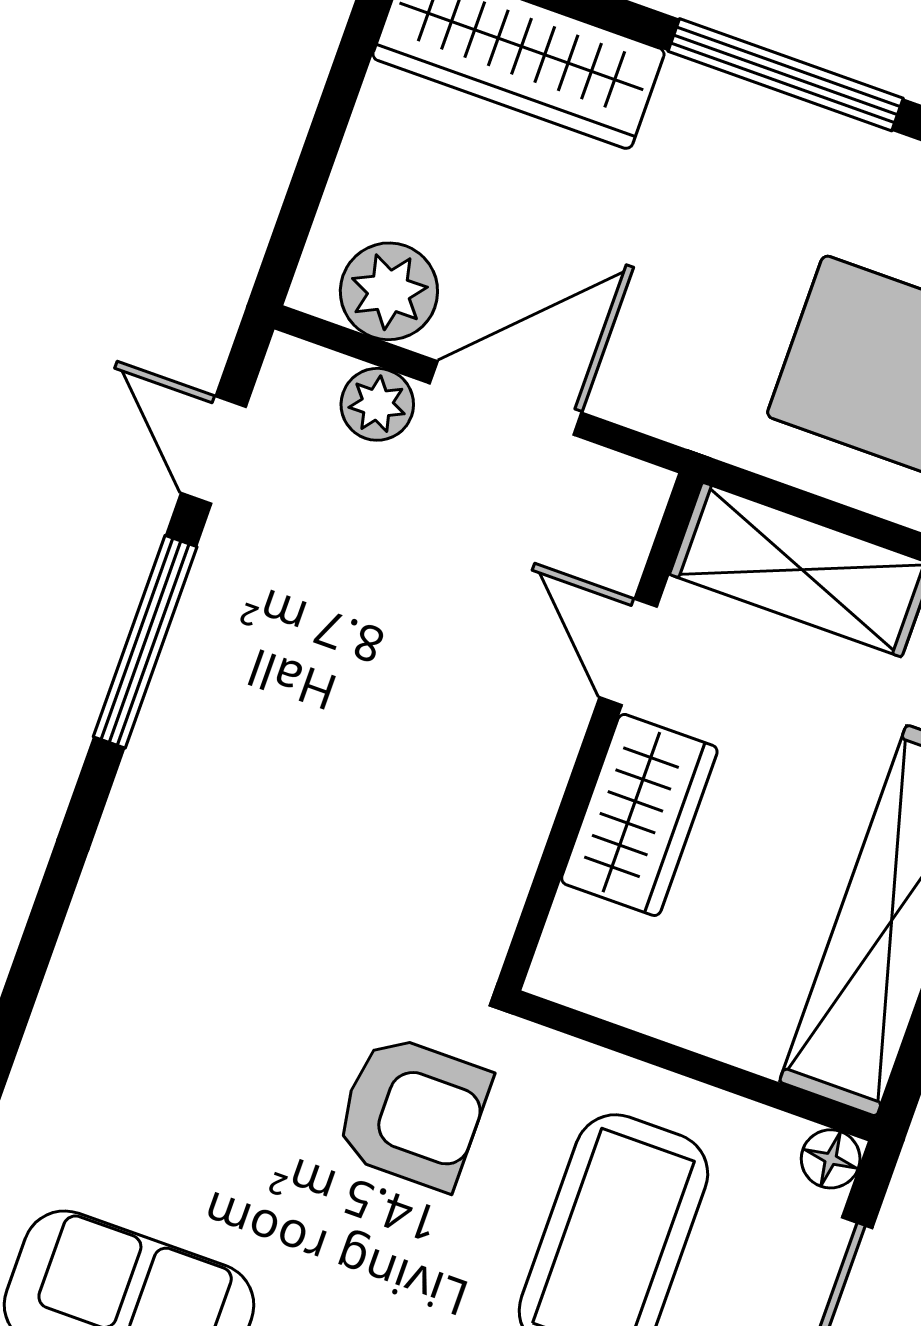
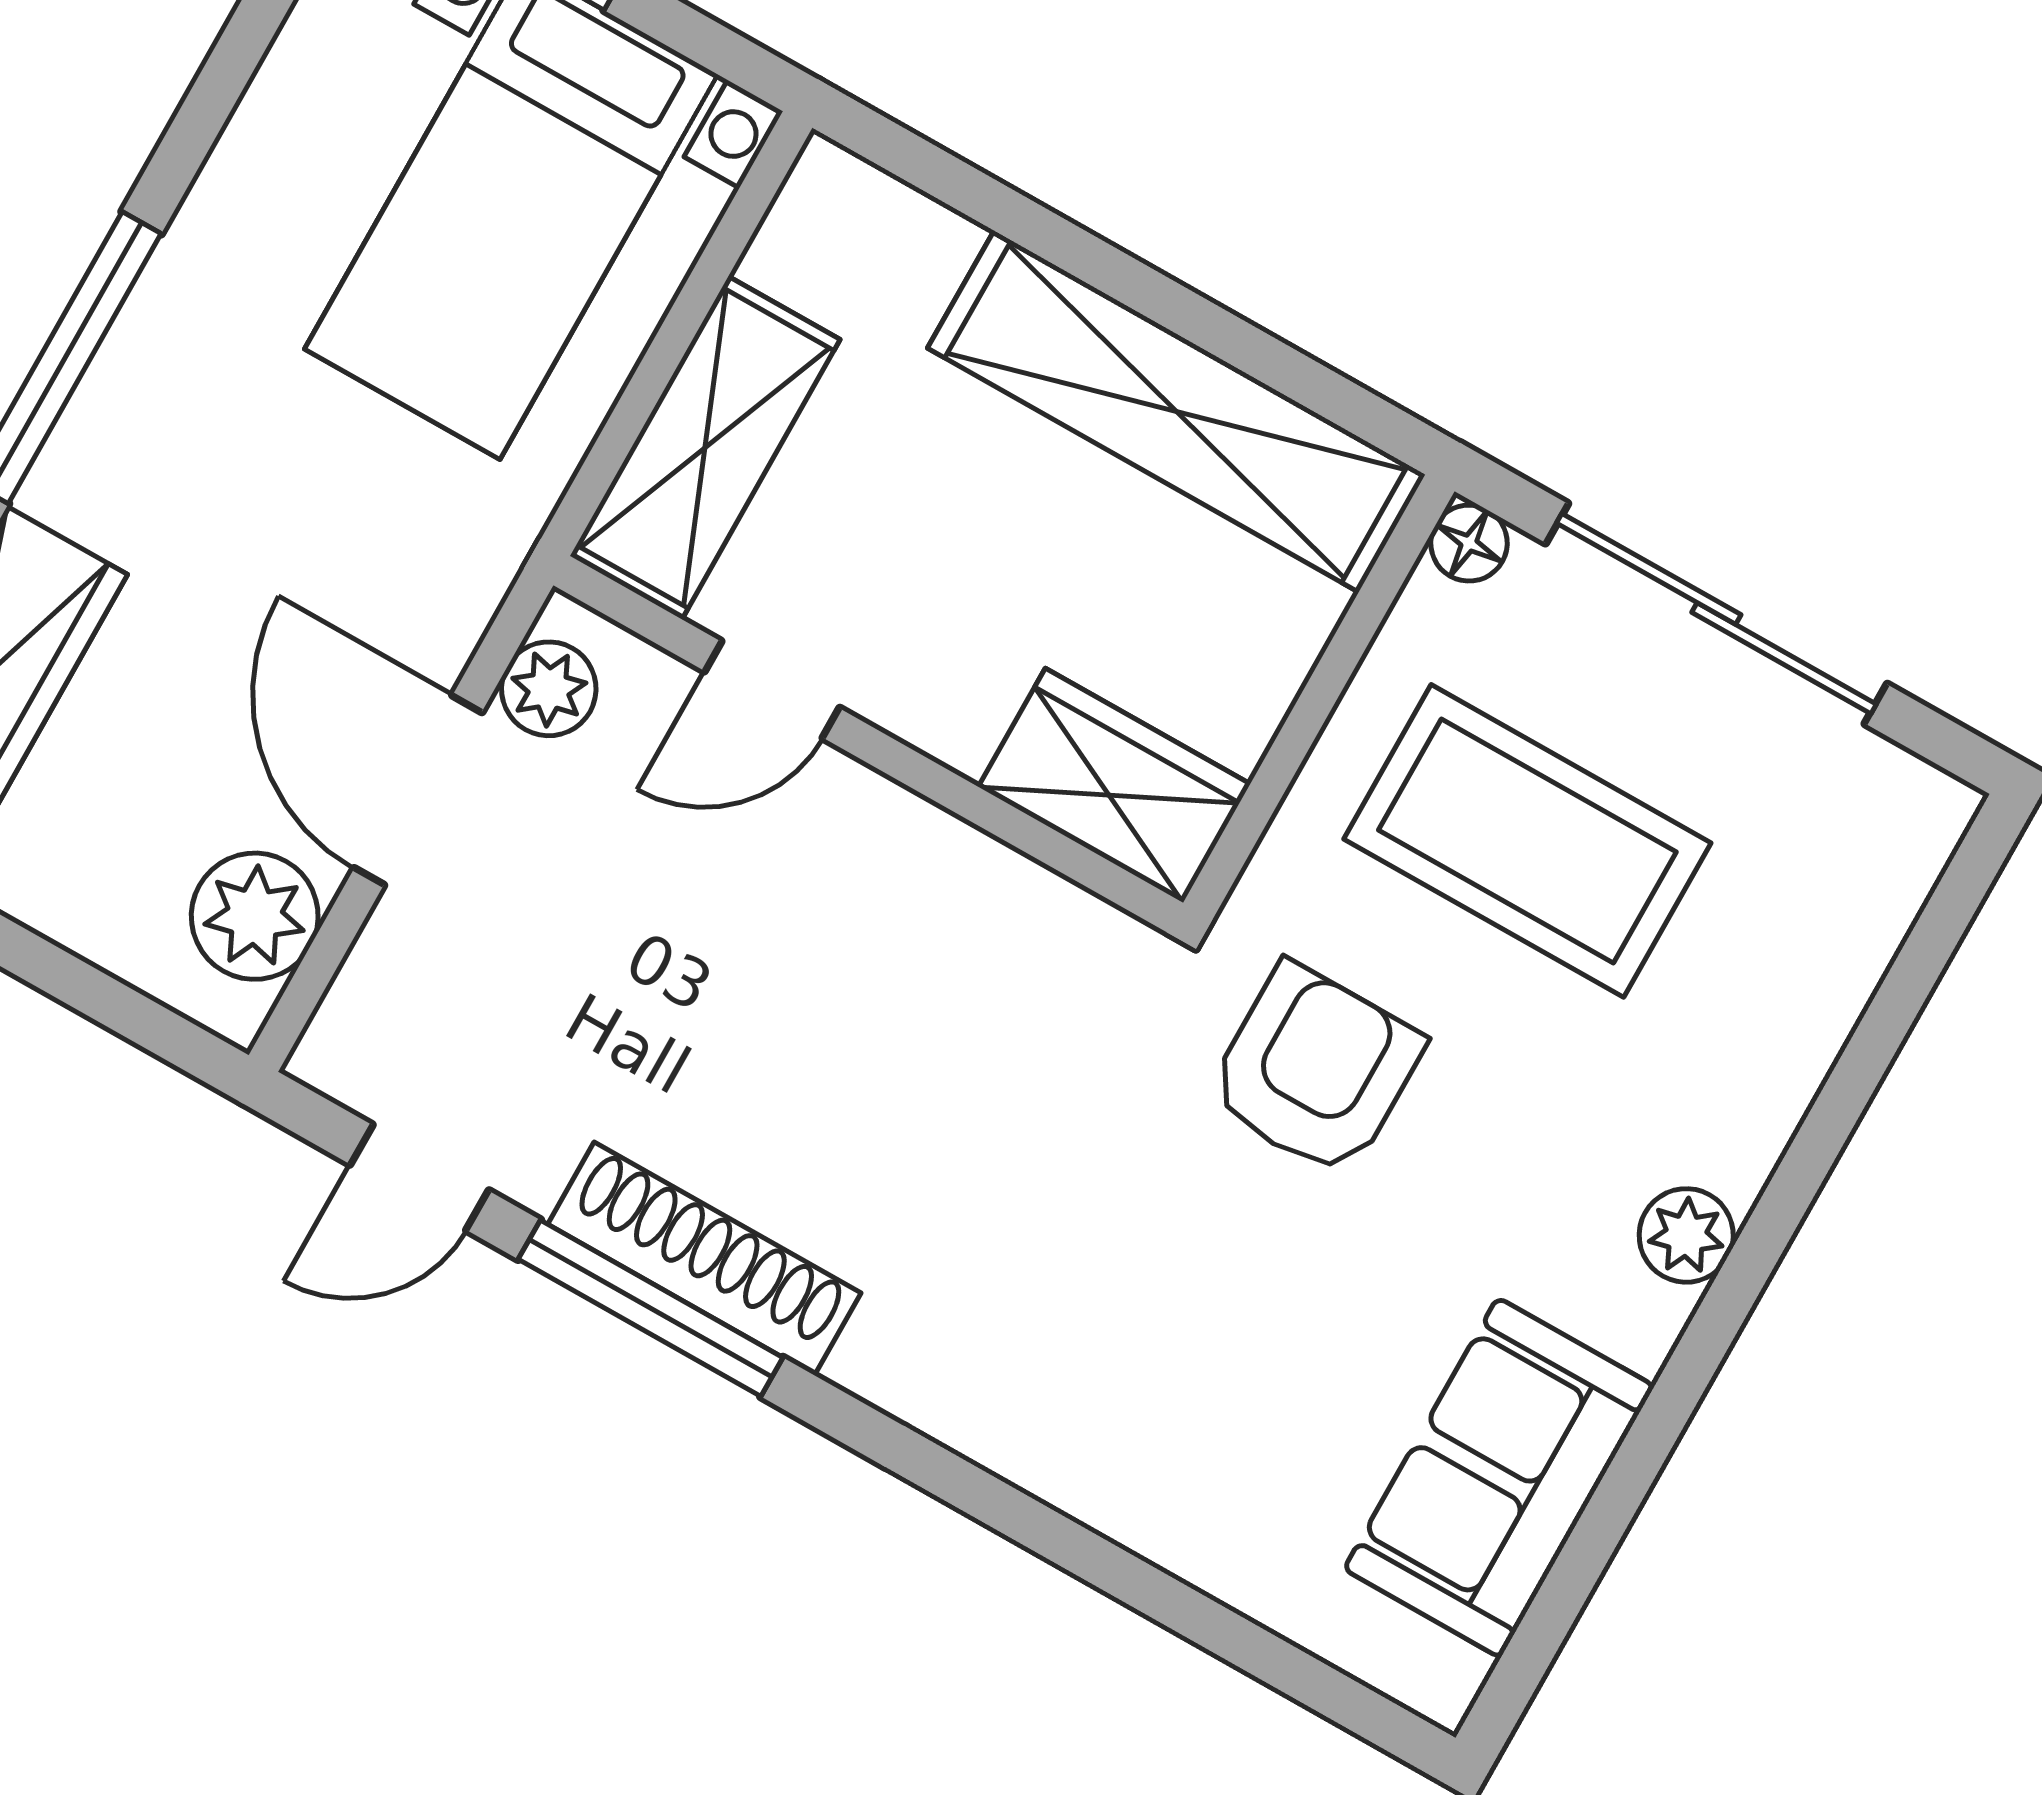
plant: (377, 404) -> (549, 689), moved
shoe rack: (190, 676) -> (704, 1259), added
wardrobe: (639, 815) -> (1114, 785), moved

